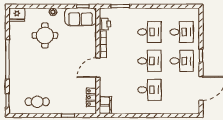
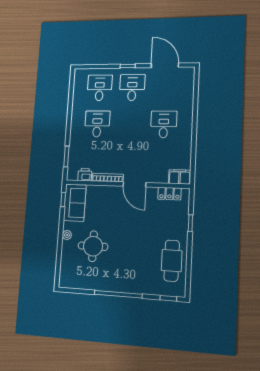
fridge: (17, 14) -> (67, 279), removed
desk: (149, 61) -> (130, 124), removed
cafe table: (37, 102) -> (172, 261), width x1.37, depth x1.35

